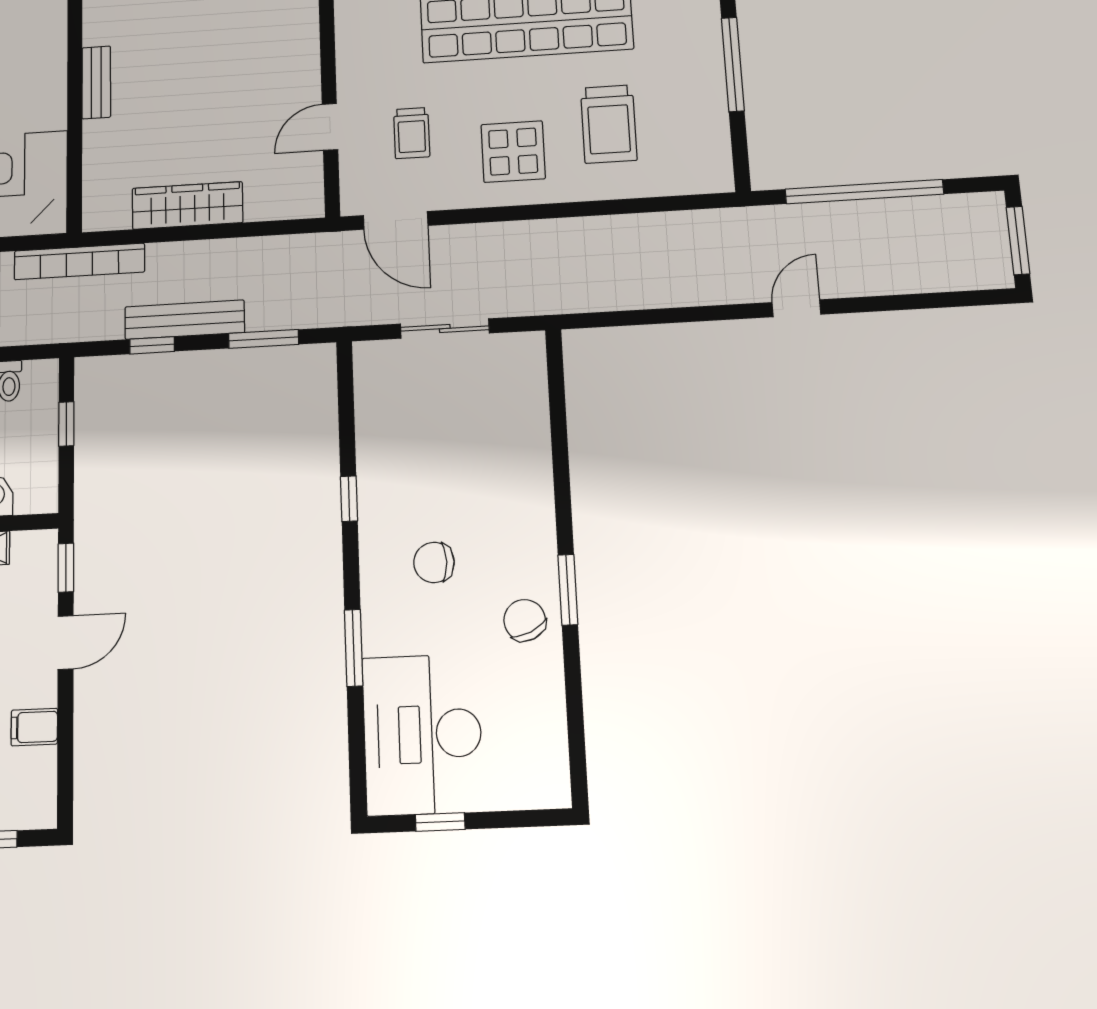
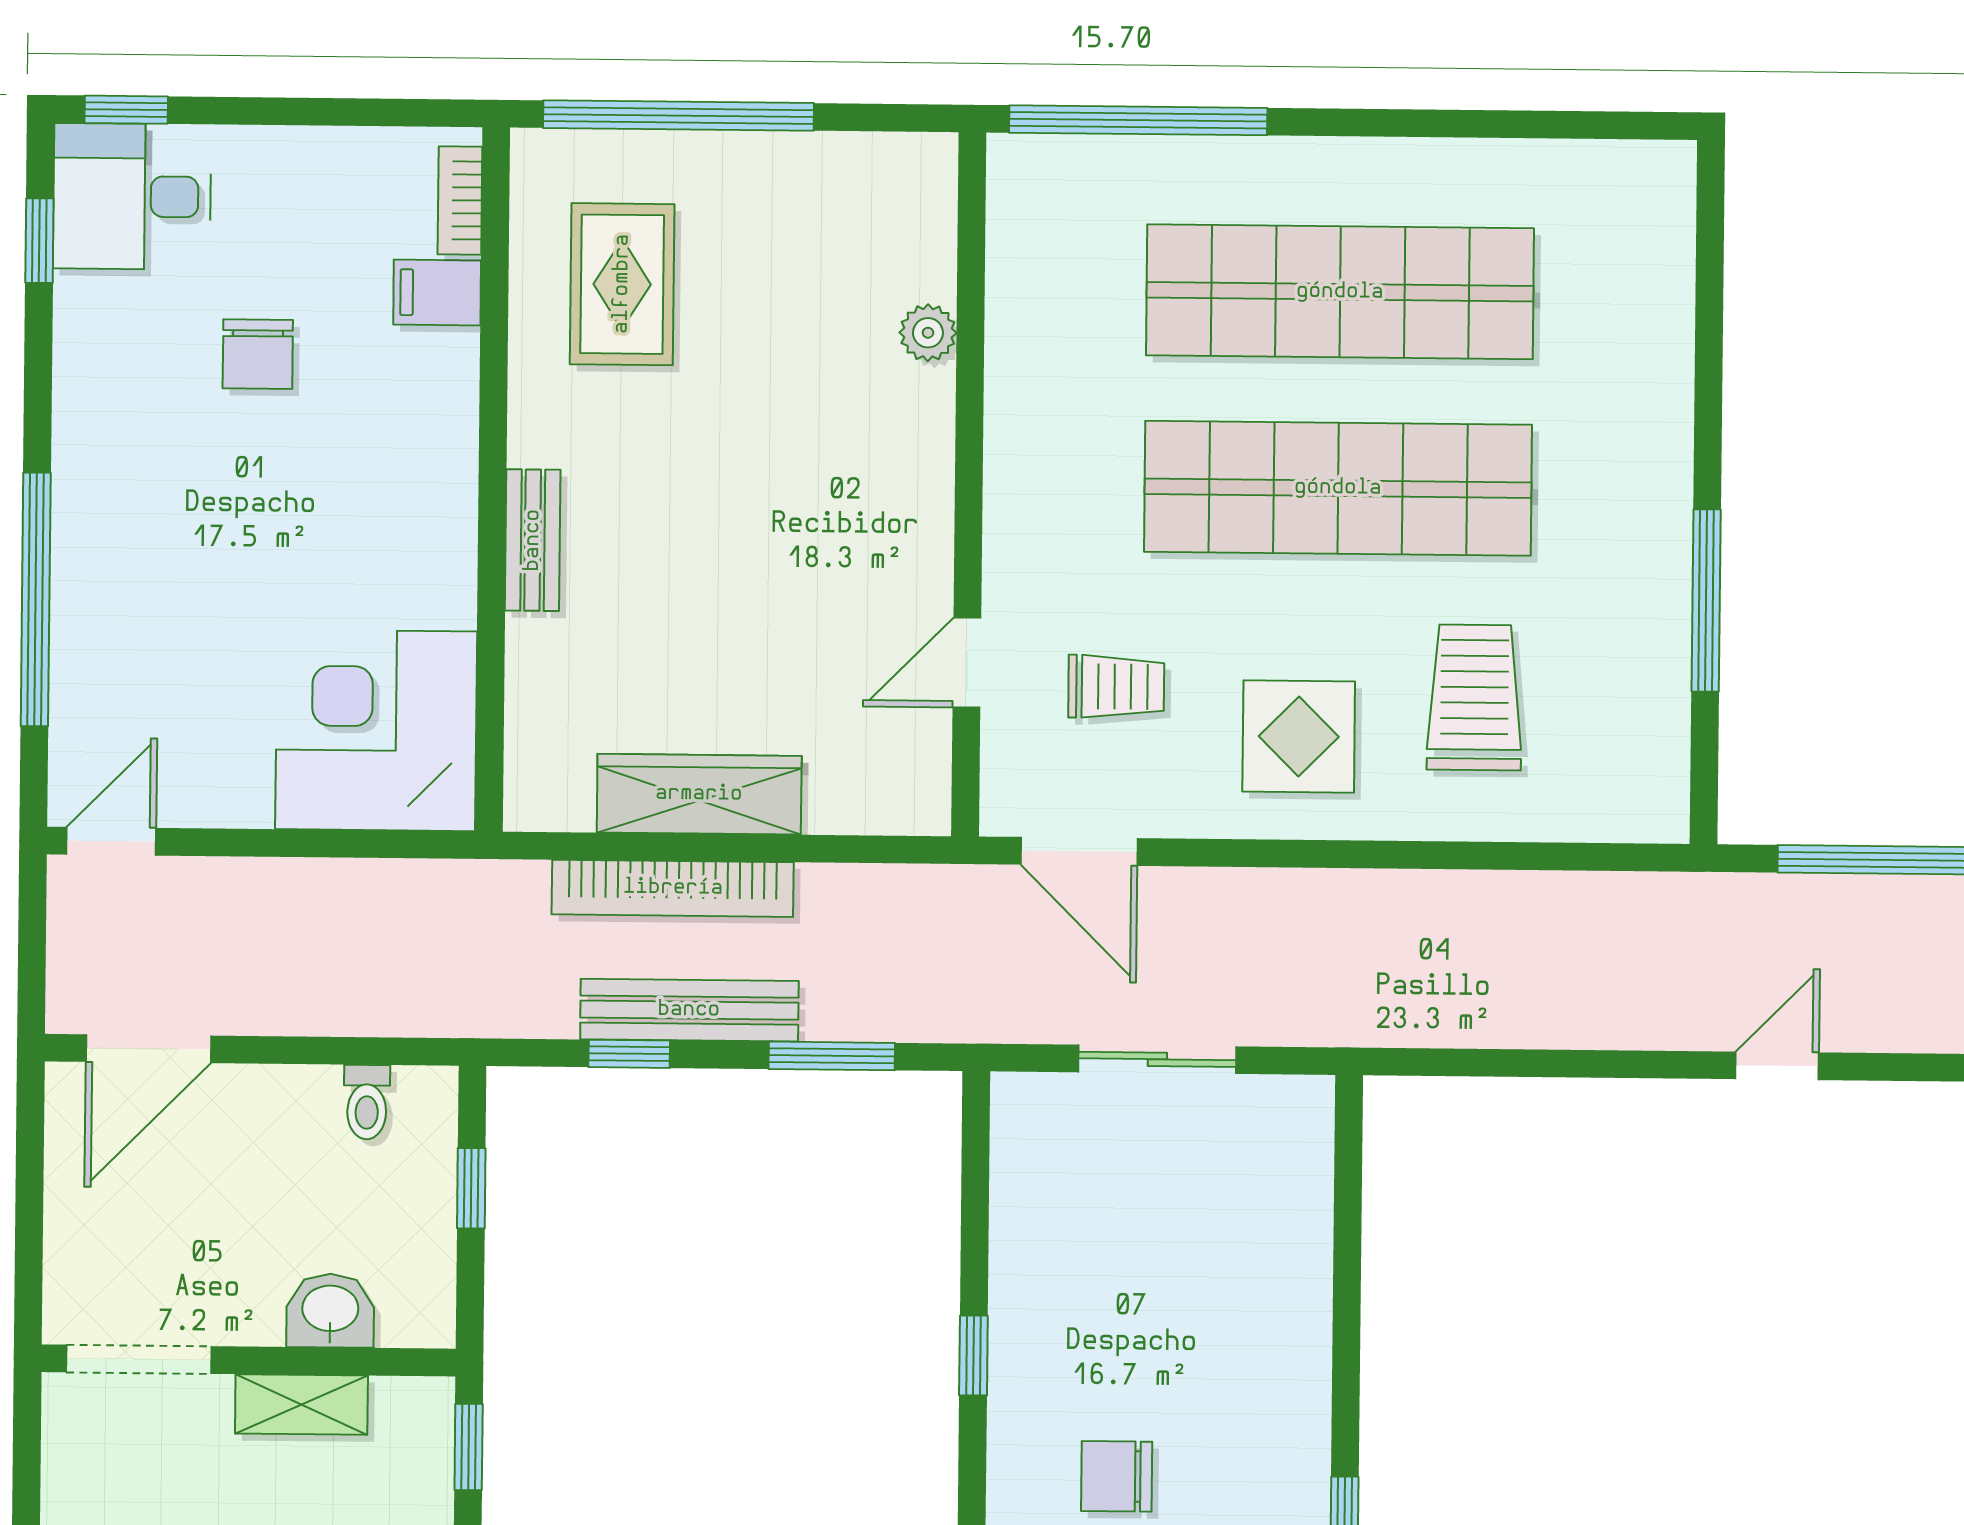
trolley: (609, 124) -> (1474, 697), turned 180
trolley: (412, 133) -> (1116, 687), turned -90
bookcase: (79, 261) -> (673, 888), moved

